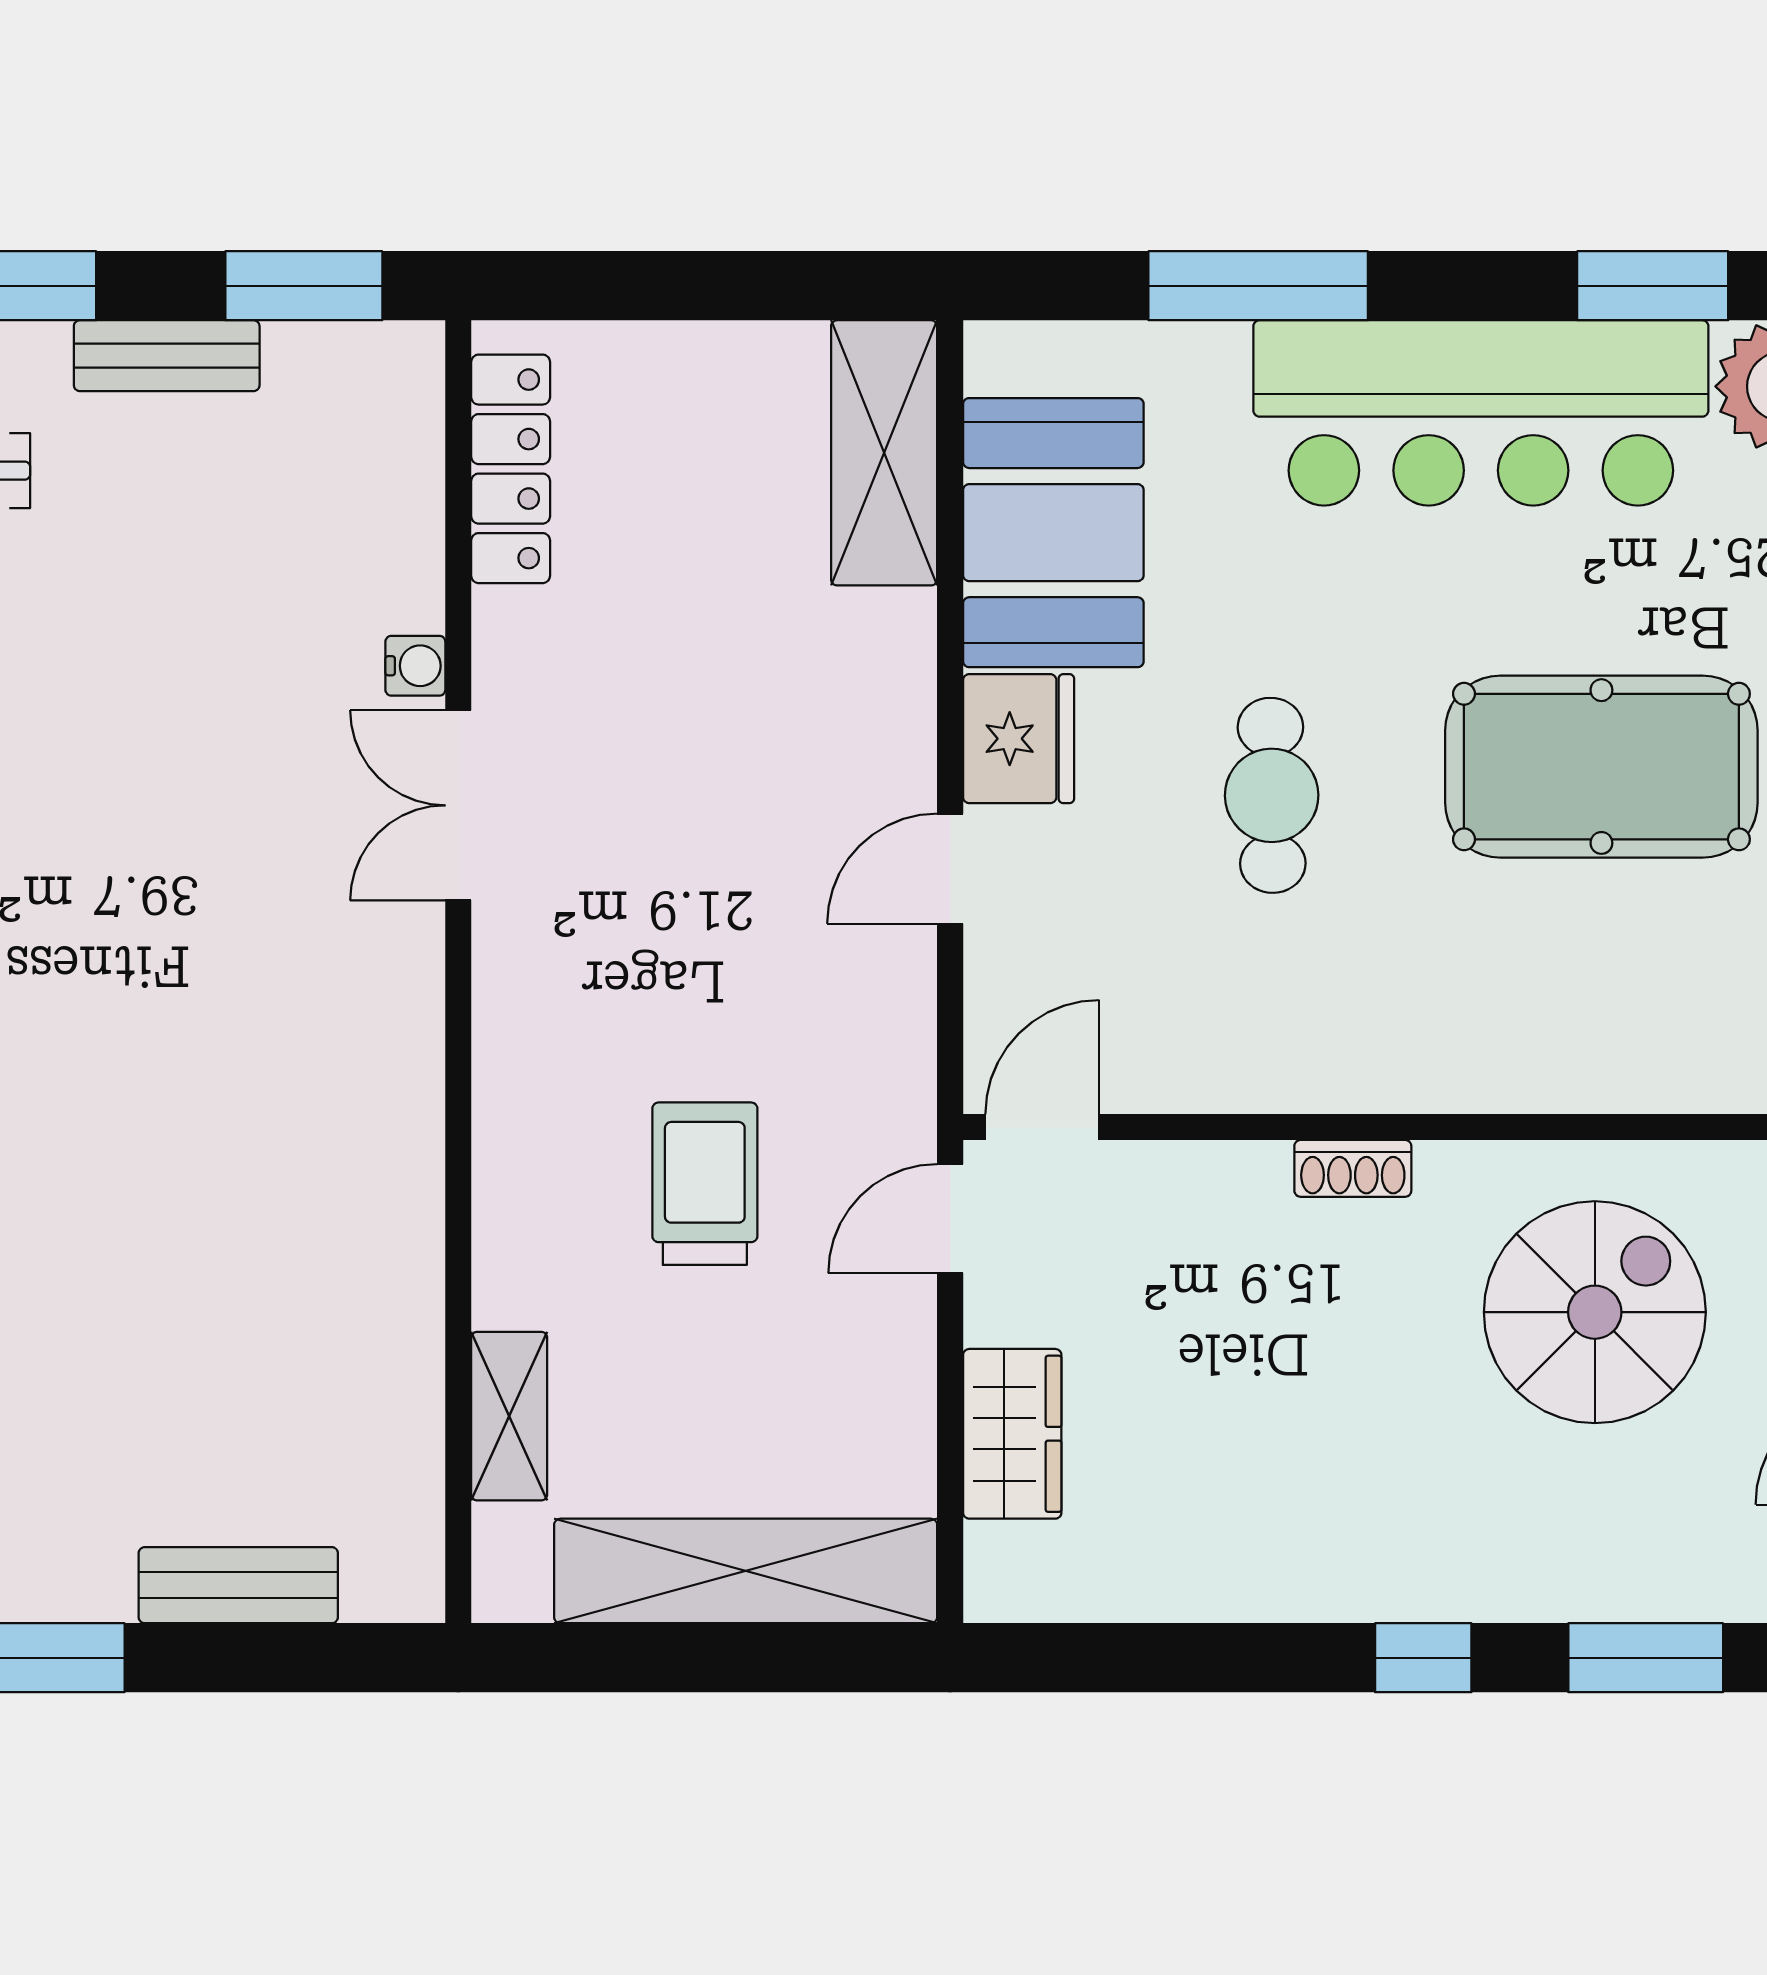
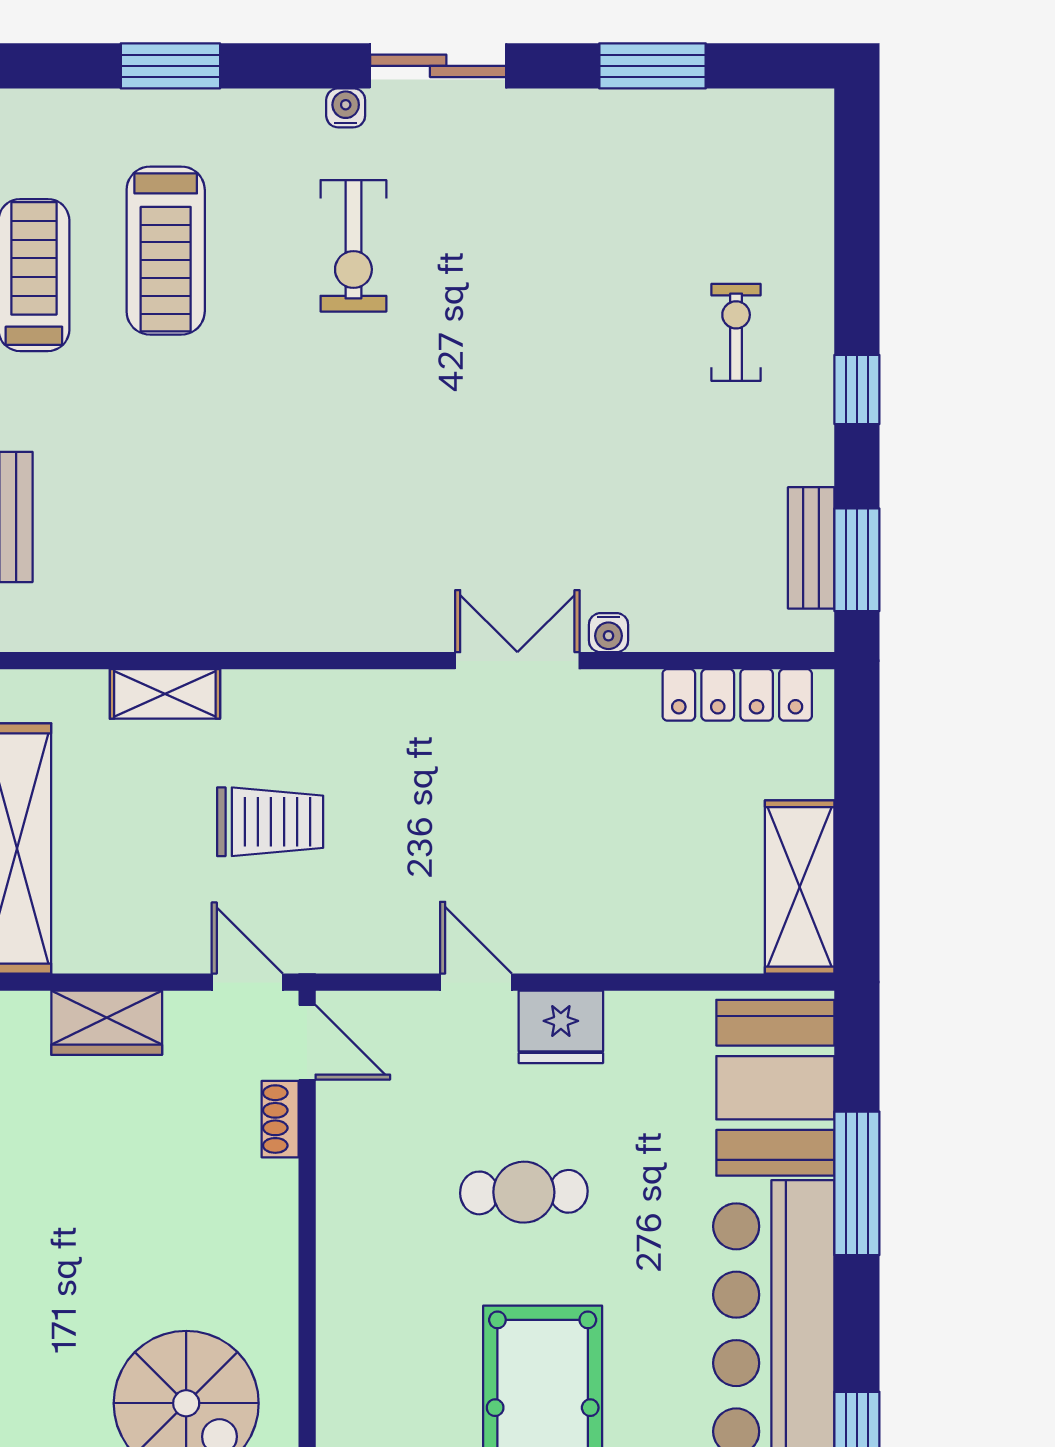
bench: (167, 356) -> (811, 548), moved
shelving: (884, 453) -> (800, 887), moved, turned 90
booth: (1053, 533) -> (775, 1088), moved, turned 90
shoe rack: (1353, 1168) -> (280, 1119), moved
shelving: (509, 1416) -> (165, 694), moved

